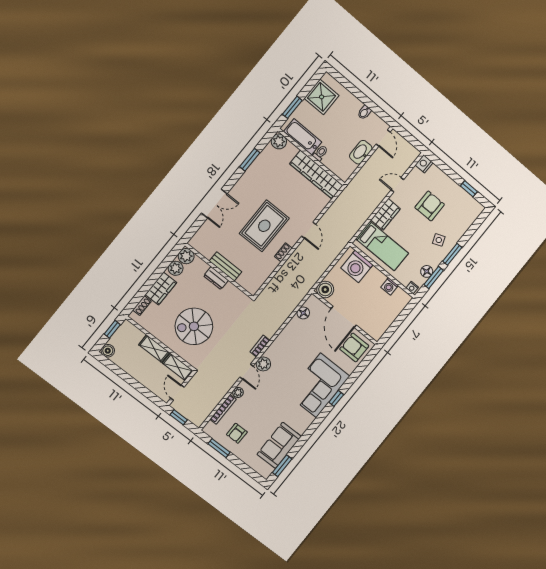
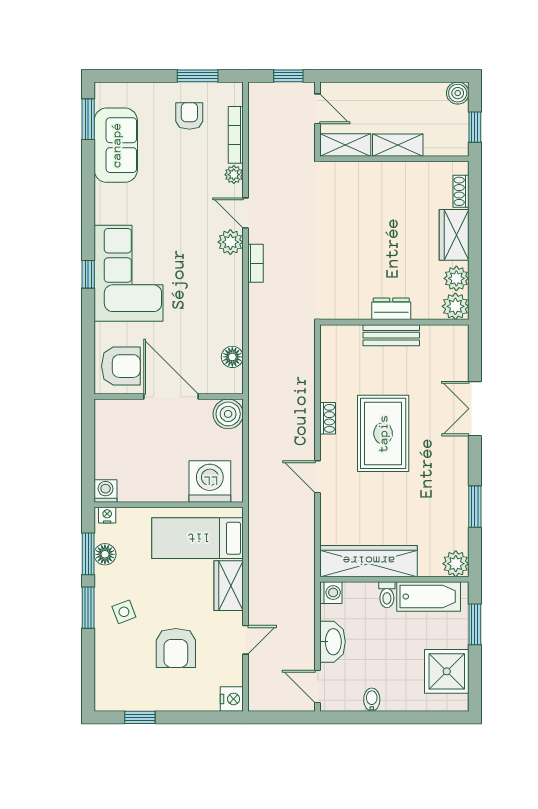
washing machine: (344, 174) -> (331, 593), added
washing machine: (389, 286) -> (106, 491), moved
spiral stairs: (194, 326) -> (368, 219), removed

